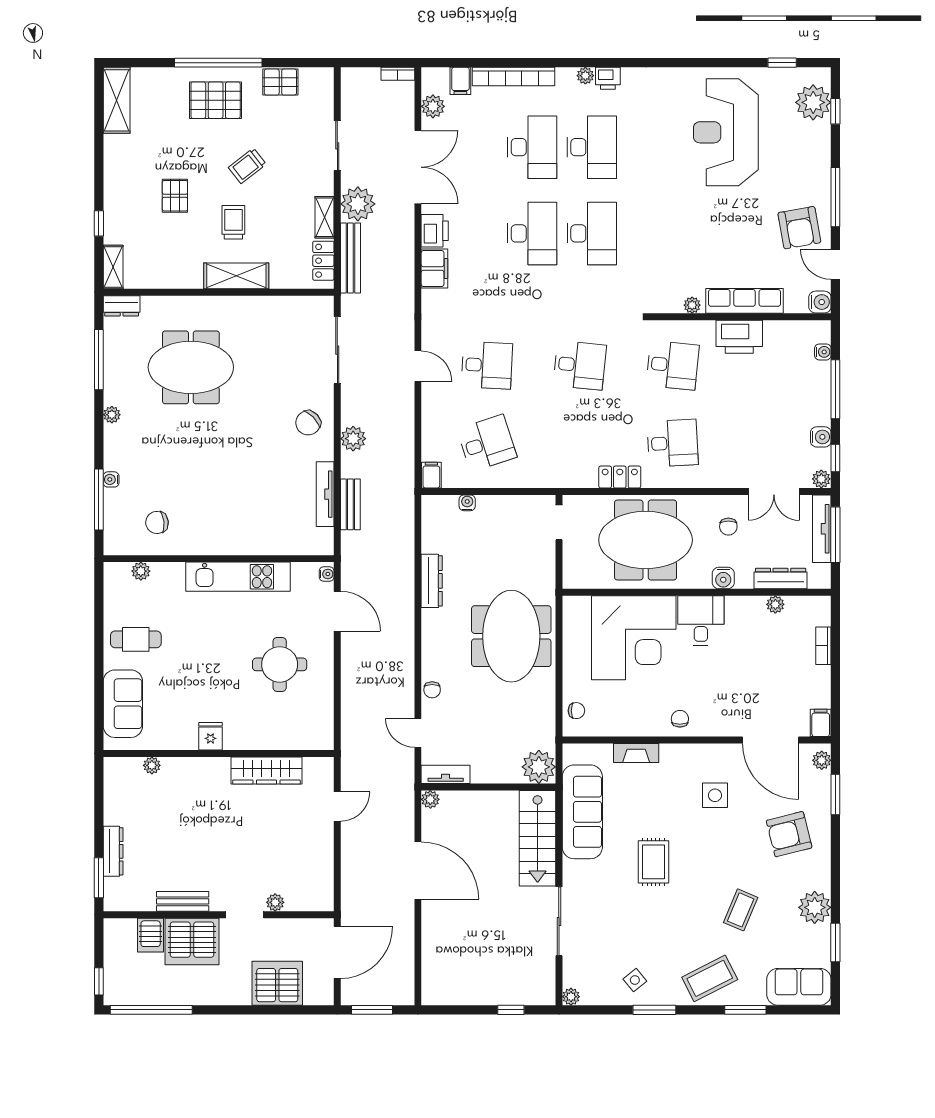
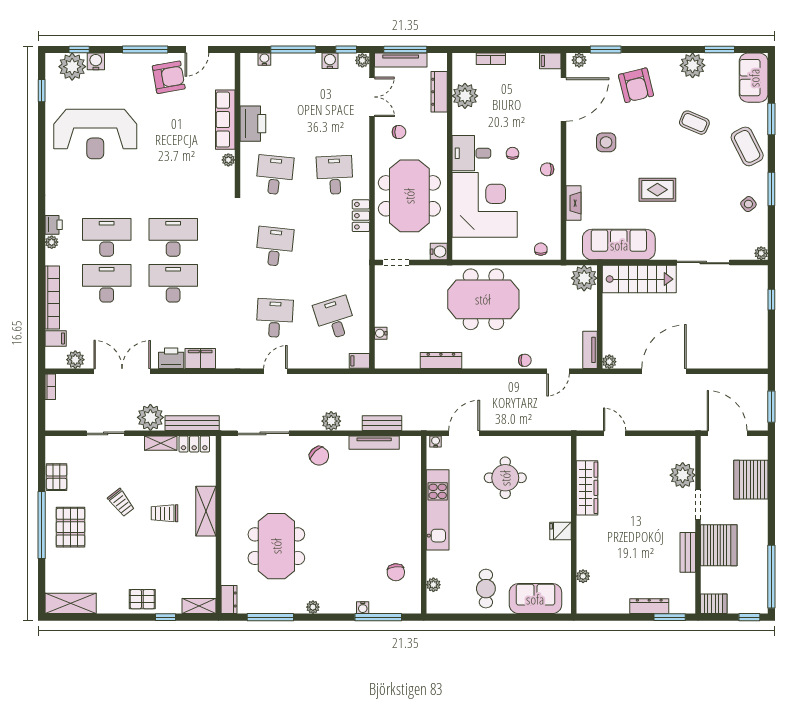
pallet: (175, 196) -> (142, 599), moved
water cooler: (820, 302) -> (96, 61), moved
water cooler: (723, 578) -> (439, 252), moved
plant: (775, 604) -> (465, 96), width x1.87, depth x1.87
chair: (701, 674) -> (513, 153), added
plant: (275, 902) -> (683, 475), width x1.88, depth x1.88
server rack: (151, 935) -> (714, 604), moved

